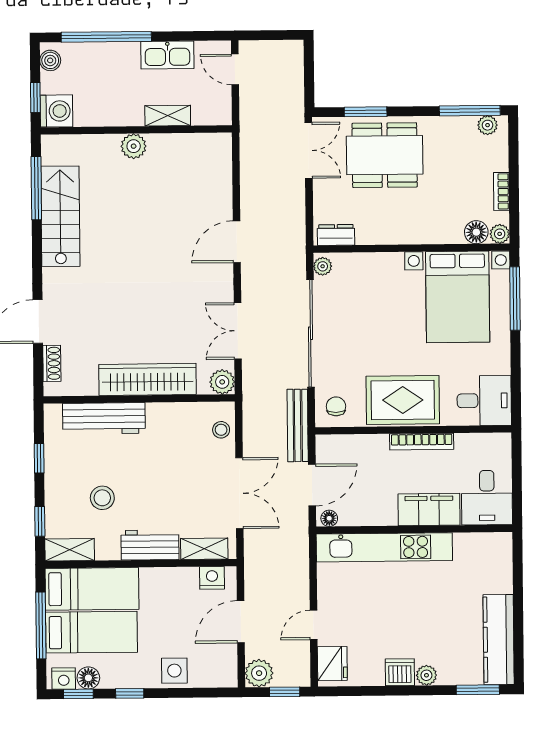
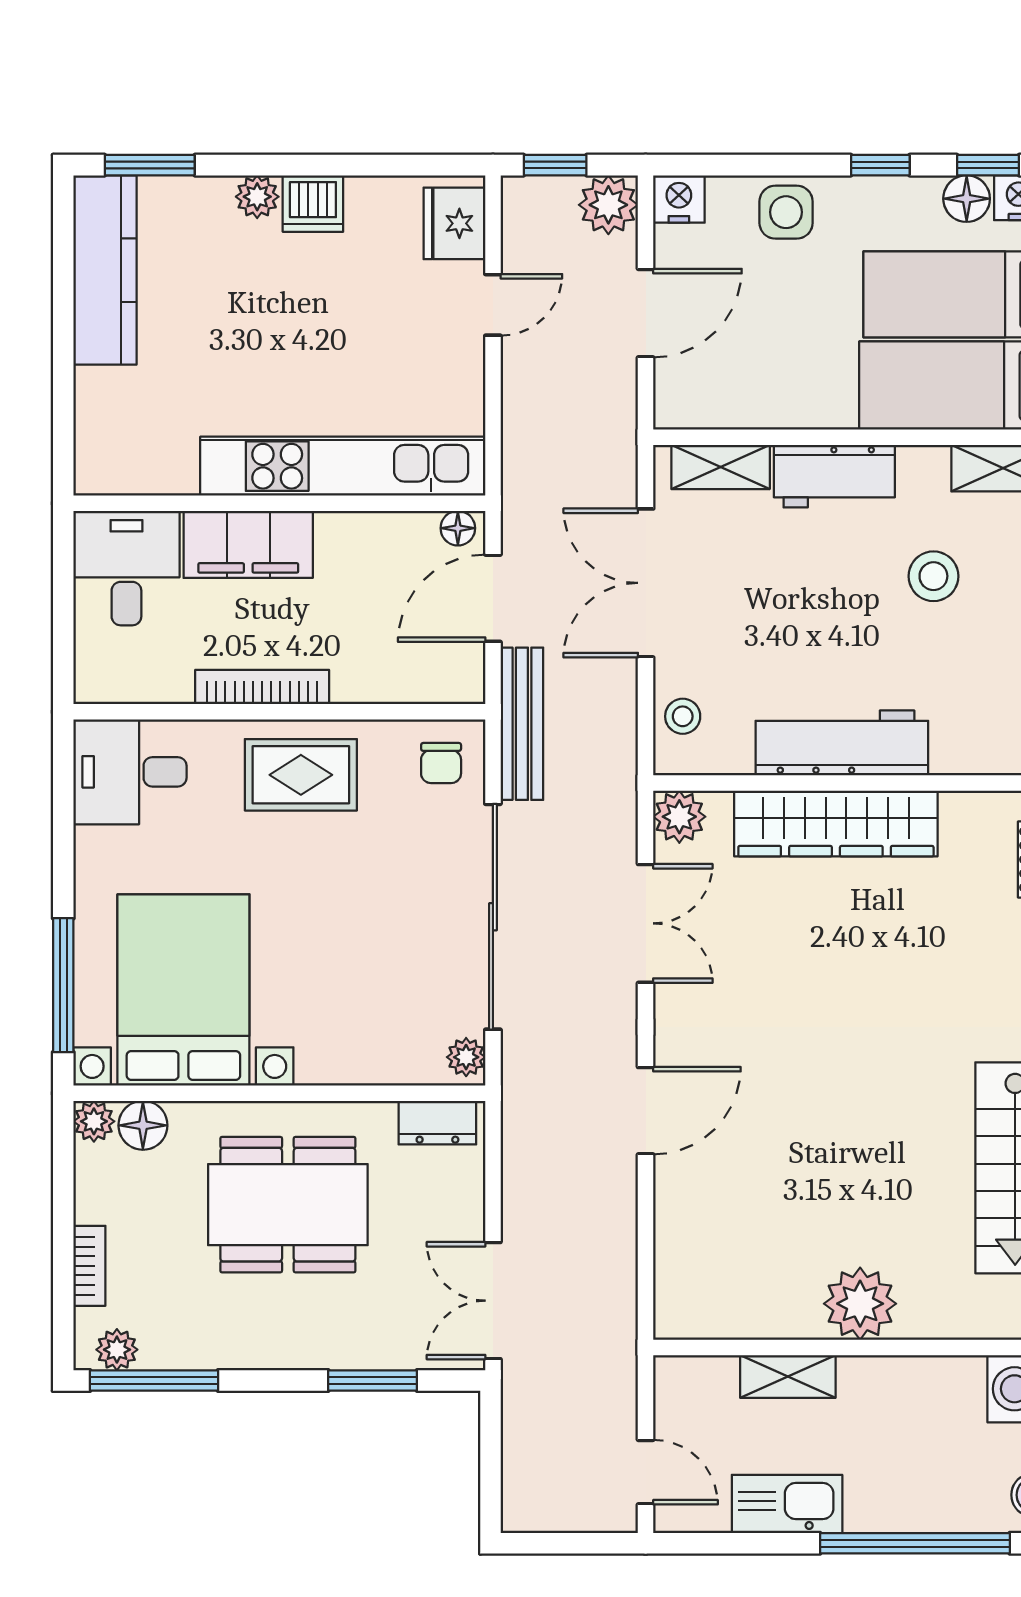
plant: (134, 146) -> (860, 1304), width x1.36, depth x1.36
dining table: (385, 155) -> (288, 1205), moved
bookcase: (501, 191) -> (89, 1266), moved
rug: (403, 400) -> (301, 775), width x0.73, depth x0.70
workbench: (104, 418) -> (842, 743), moved
nightstand: (212, 578) -> (679, 199), moved, turned 180

